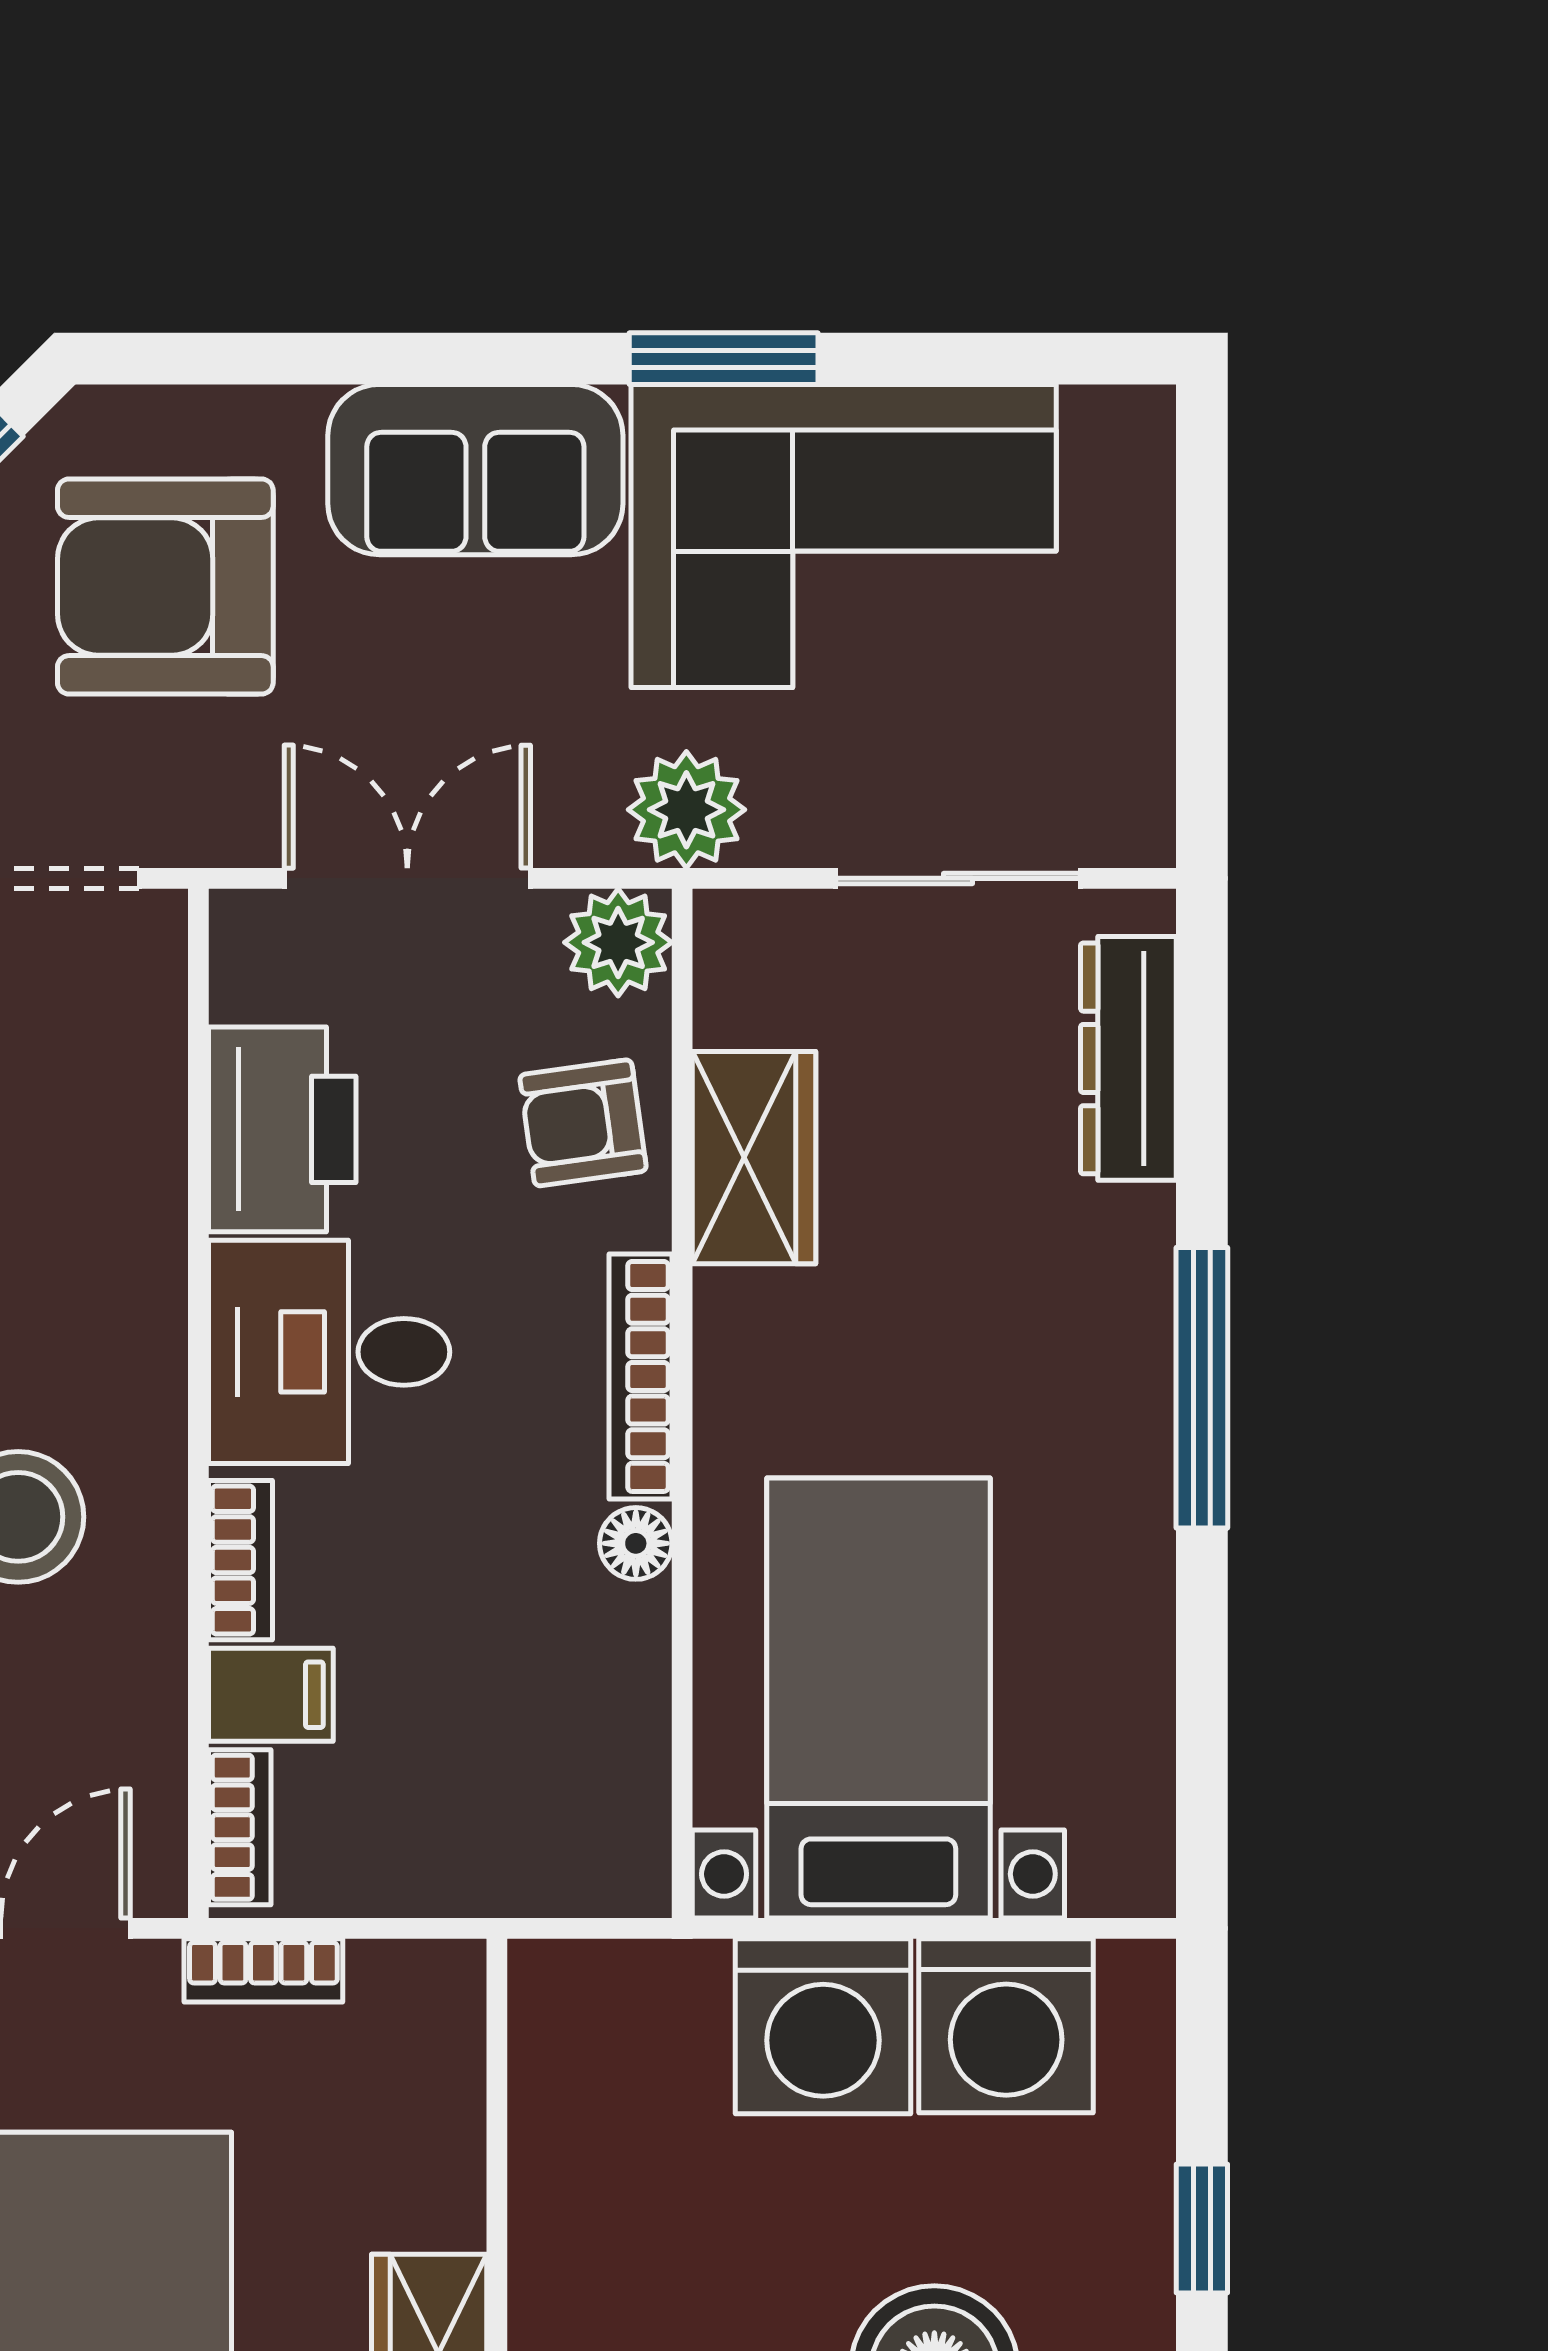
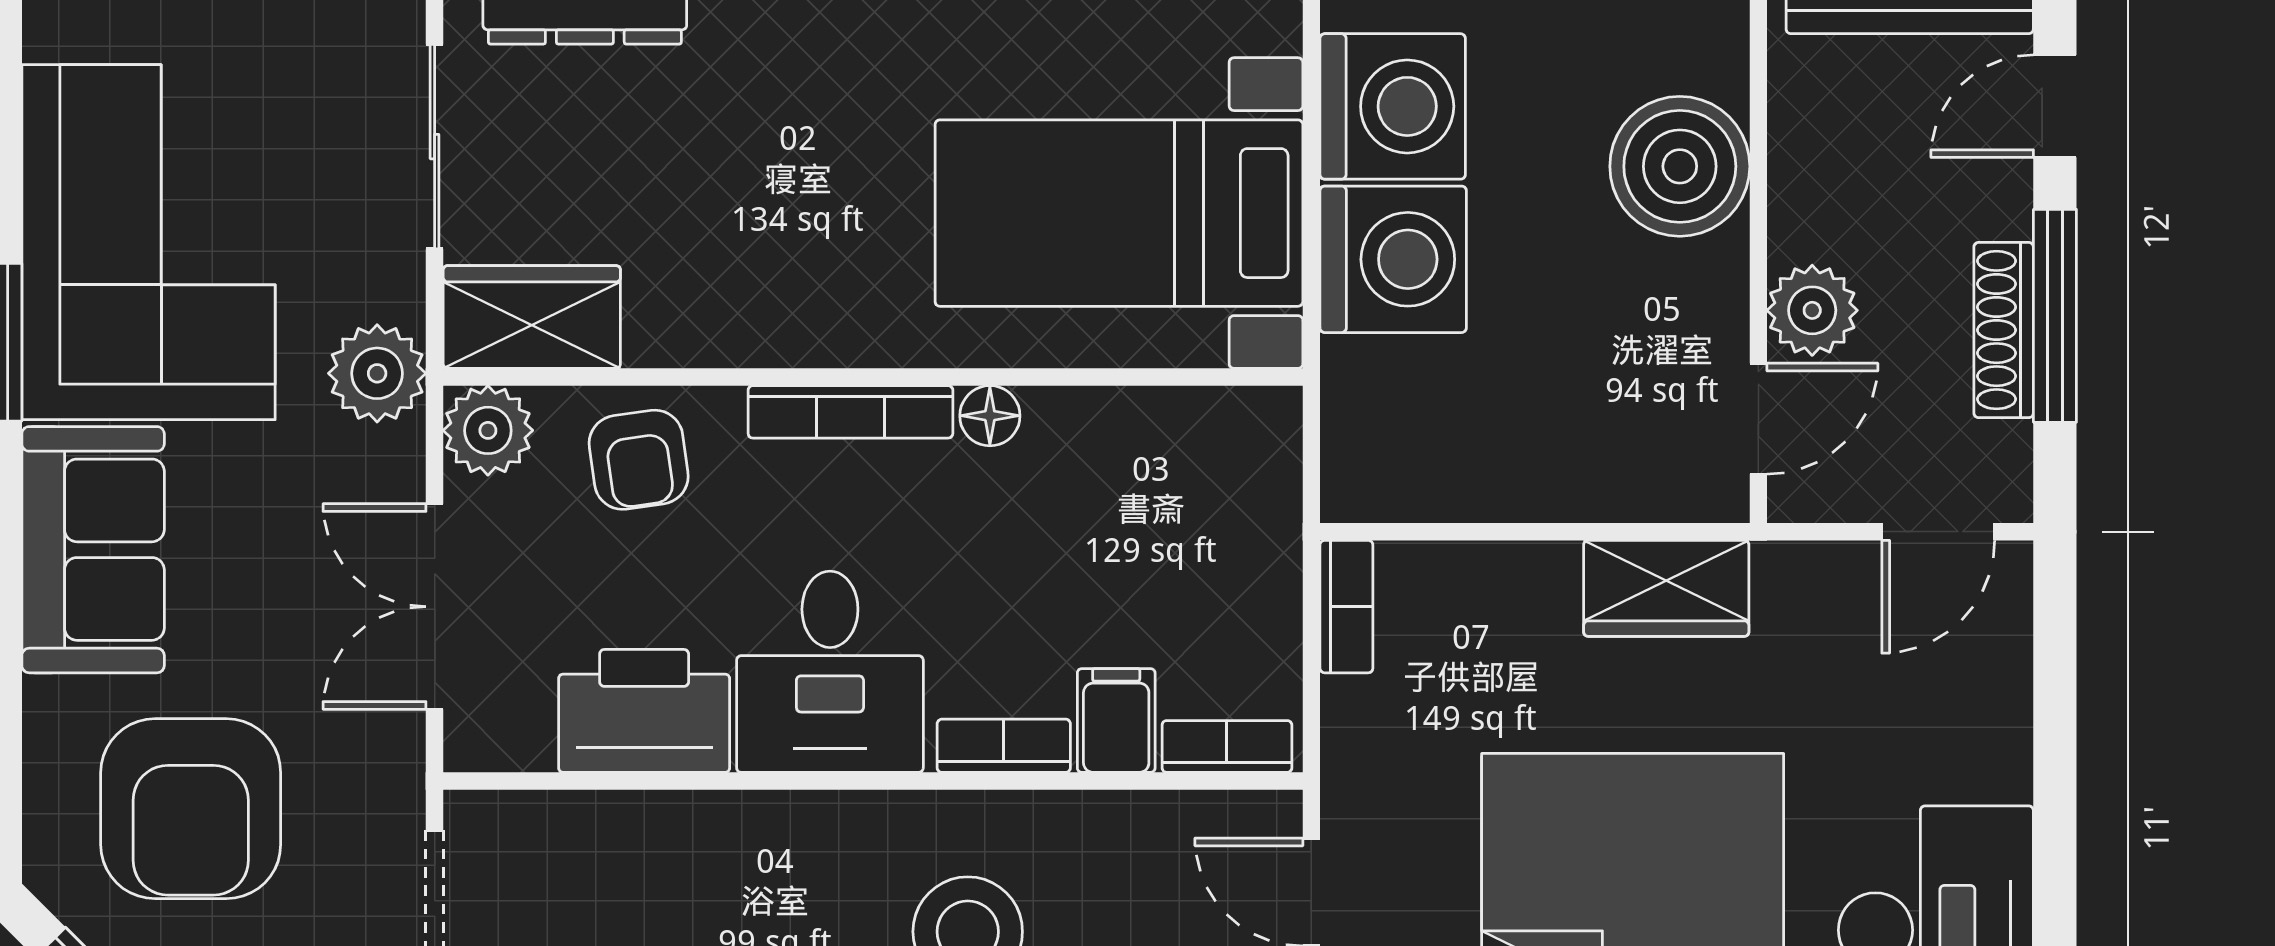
wardrobe: (754, 1158) -> (532, 317), moved
bookcase: (263, 1970) -> (1346, 607), moved

